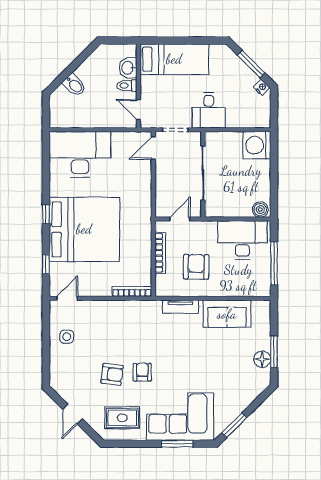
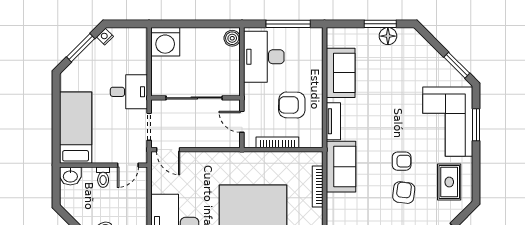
washbasin: (128, 68) -> (70, 176), moved
bookcase: (132, 292) -> (318, 186), moved
sofa: (137, 314) -> (341, 167), added
armchair: (142, 372) -> (402, 161), turned 180

